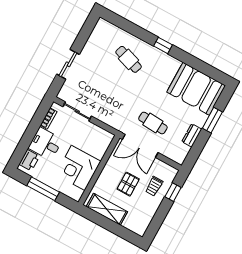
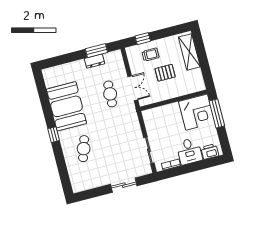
booth: (196, 89) -> (67, 106), moved
window: (212, 120) -> (96, 51), moved
double door: (140, 146) -> (133, 88), width x0.73
corner desk: (78, 168) -> (197, 112), moved
window: (43, 189) -> (217, 113), moved
shelving: (107, 209) -> (189, 52), moved

